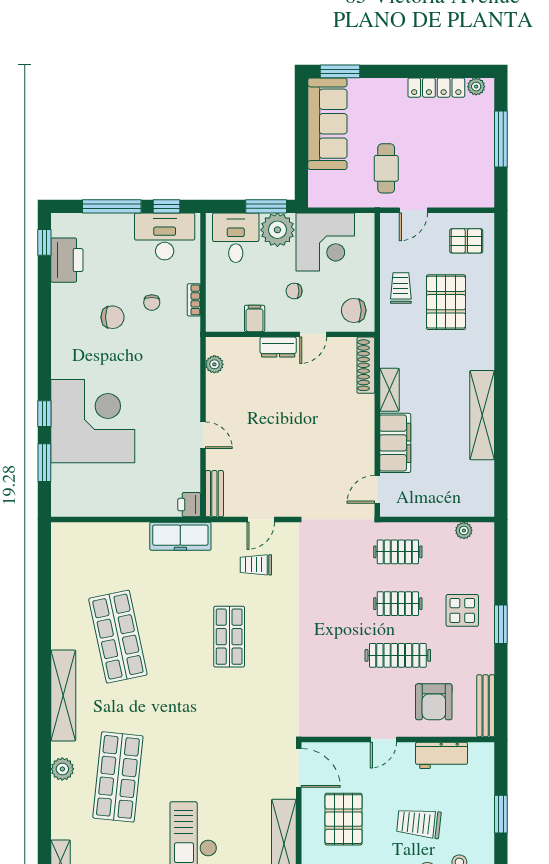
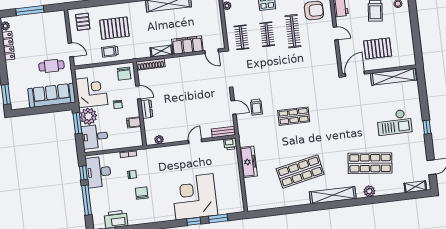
sofa: (327, 124) -> (52, 95), moved
freezer: (180, 536) -> (248, 162), moved

